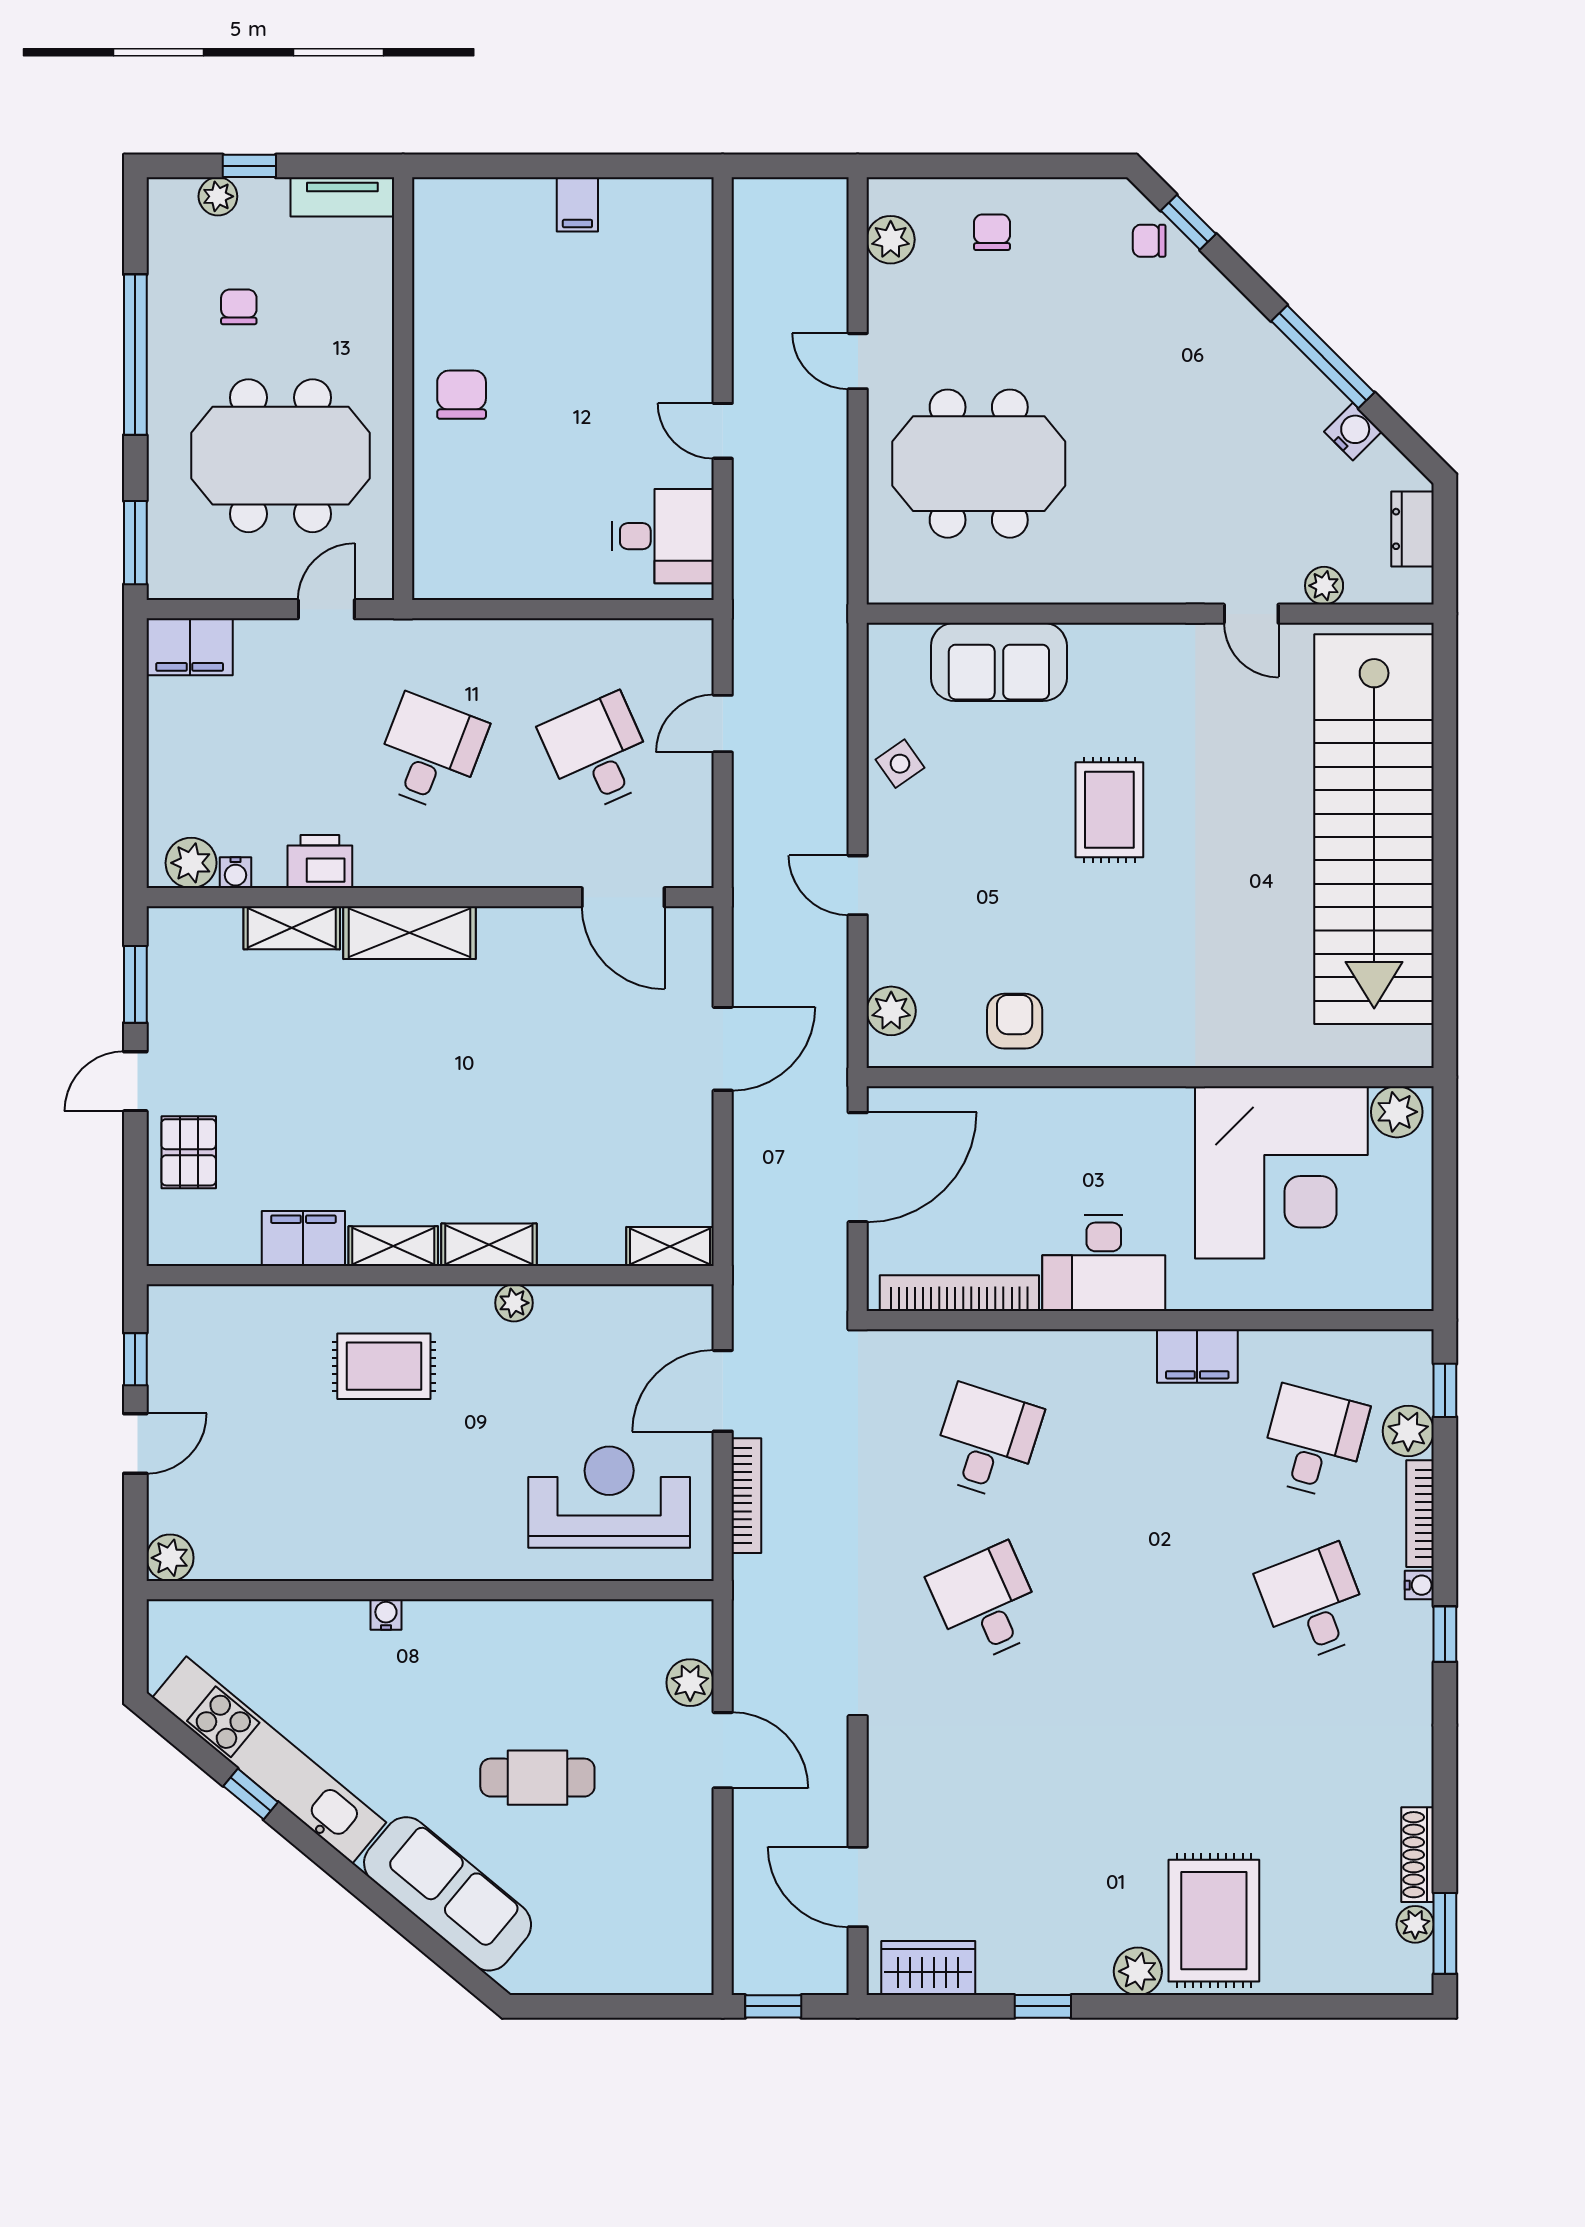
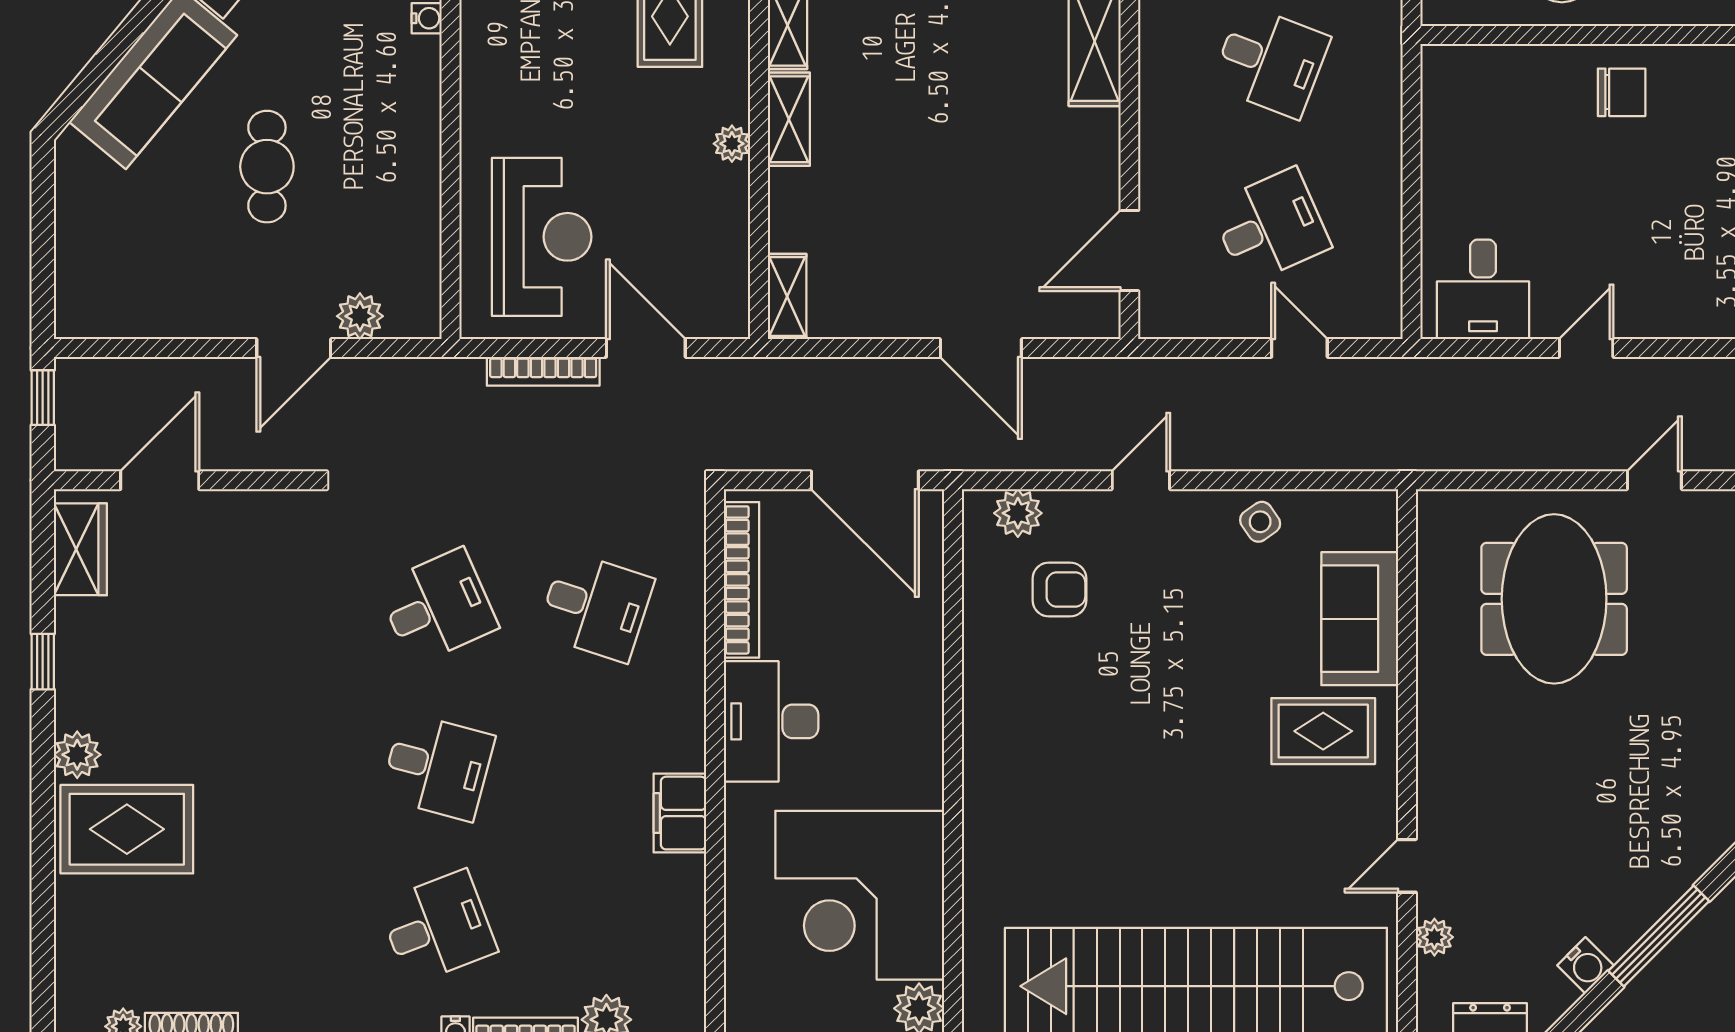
rug: (1109, 810) -> (1323, 731), moved
armchair: (1015, 1021) -> (1059, 589), moved
desk: (1314, 1442) -> (438, 767), moved

